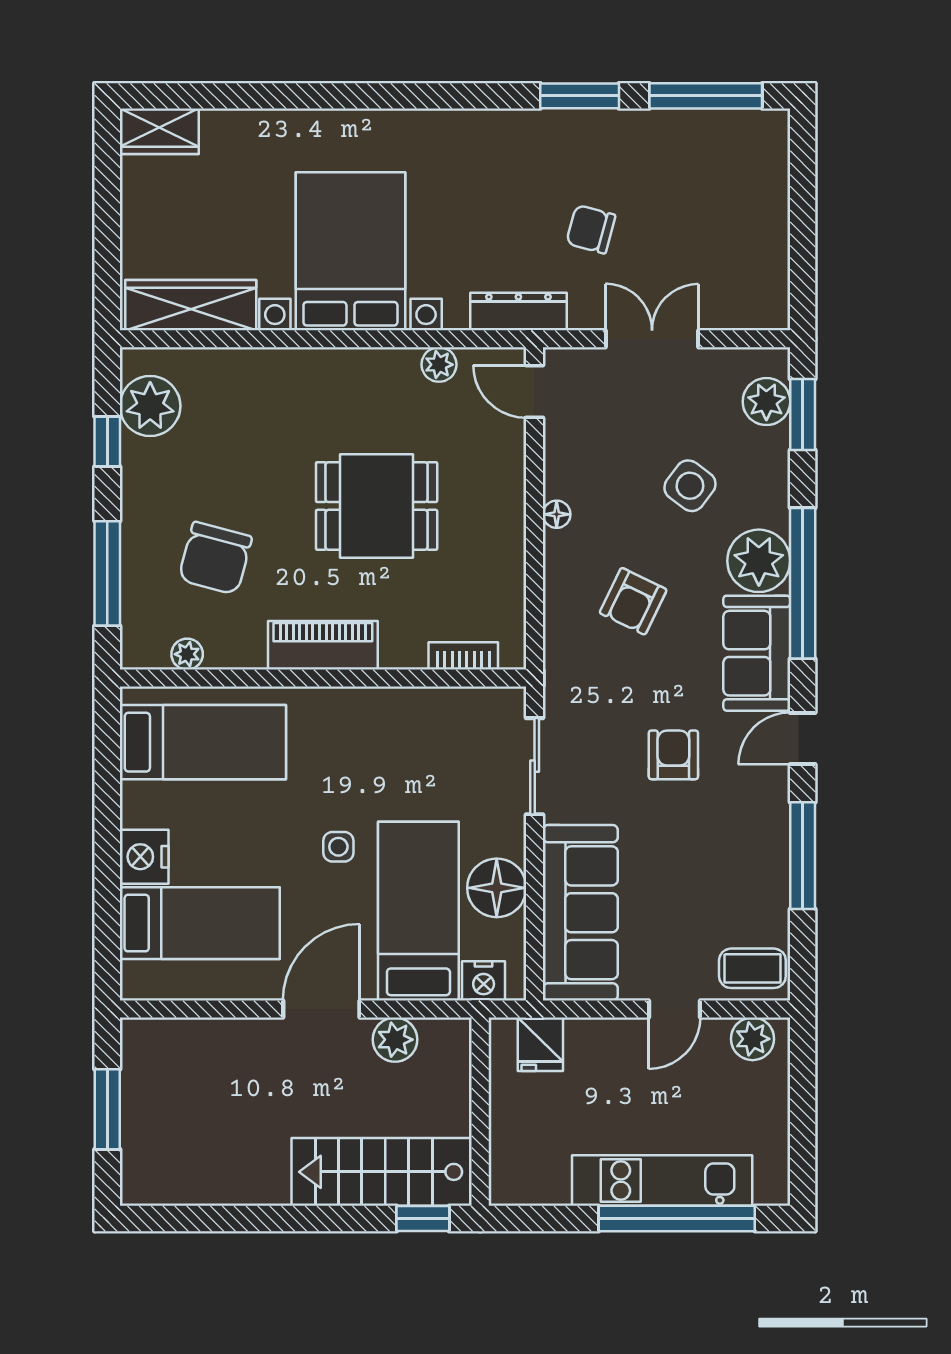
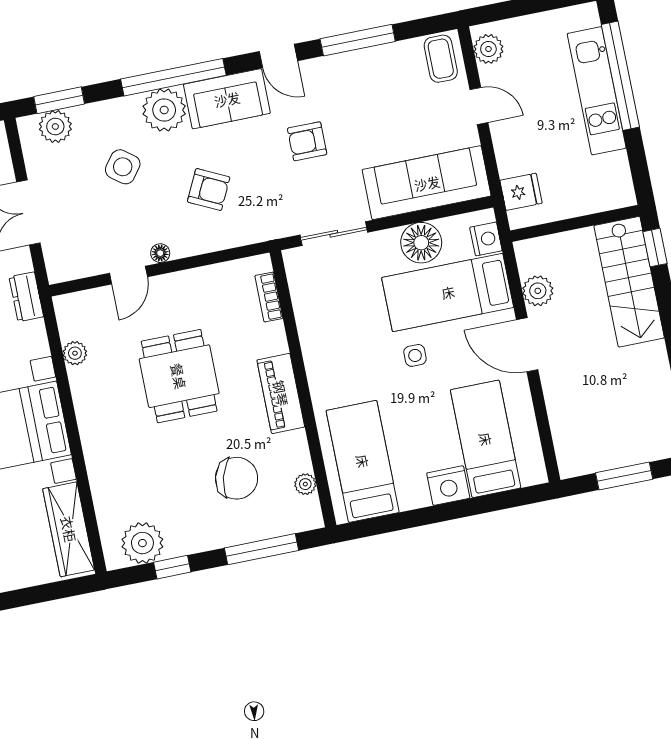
dresser: (518, 312) -> (26, 297), width x0.70
door: (535, 391) -> (128, 275), moved

